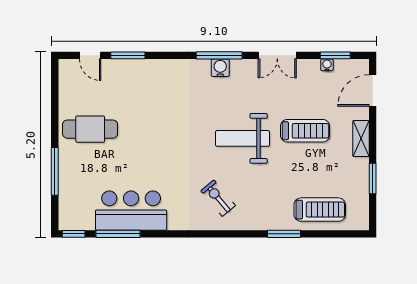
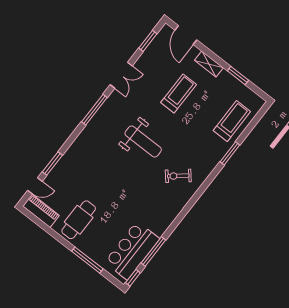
water cooler: (327, 65) -> (150, 50), removed
water cooler: (220, 68) -> (102, 115), removed
piano: (69, 82) -> (41, 211), added
weight bench: (243, 138) -> (143, 141), moved, turned -90
bar counter: (131, 211) -> (132, 250), moved

